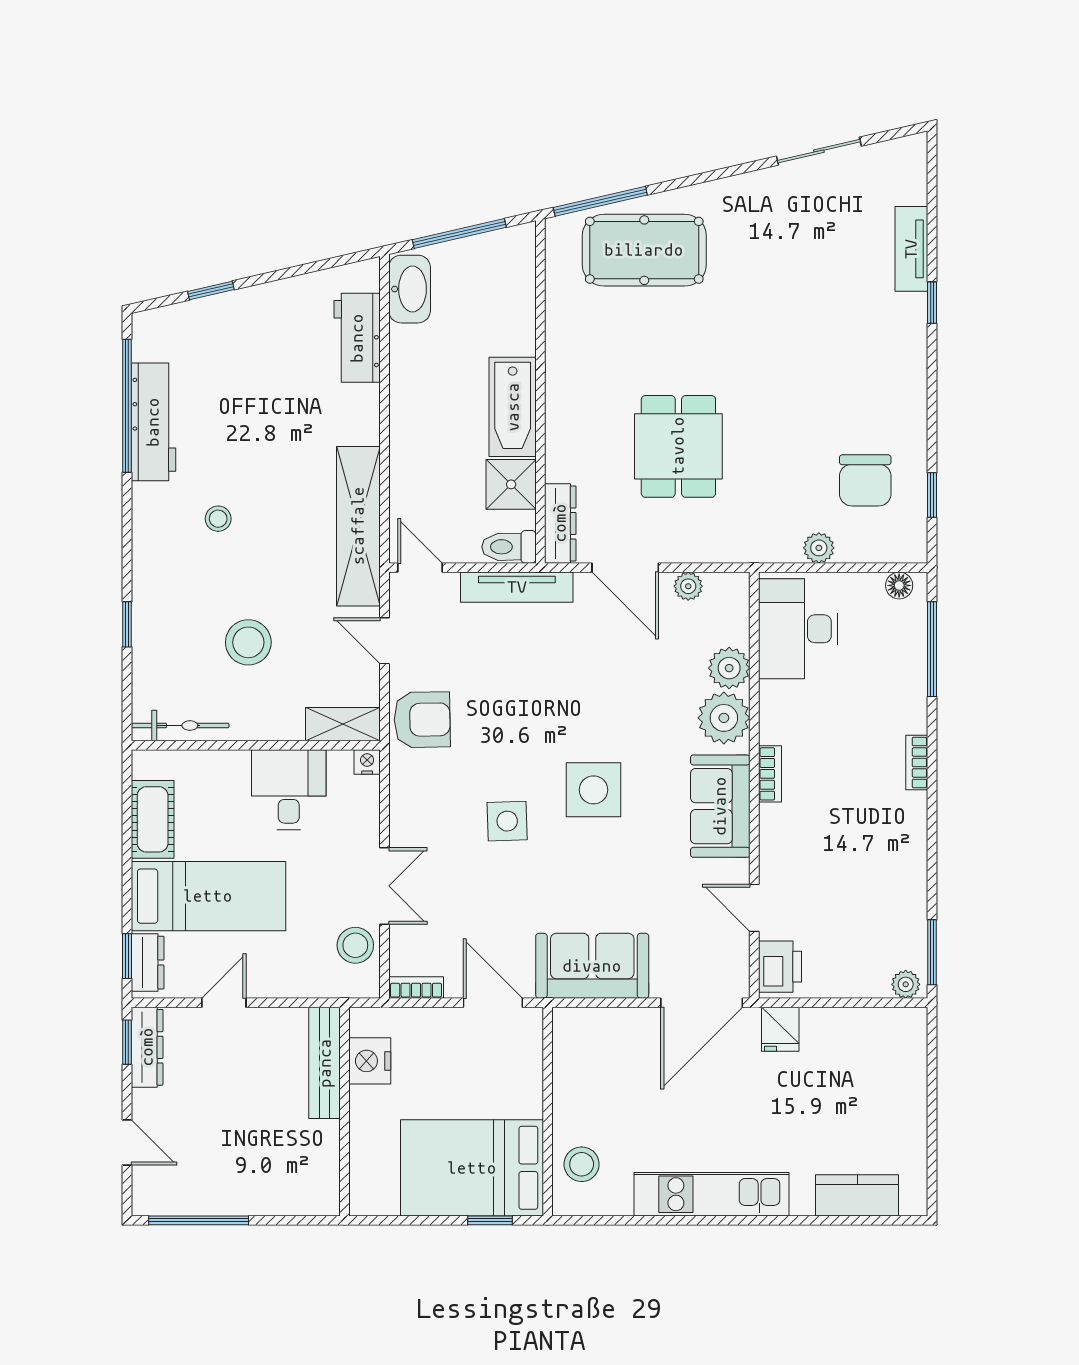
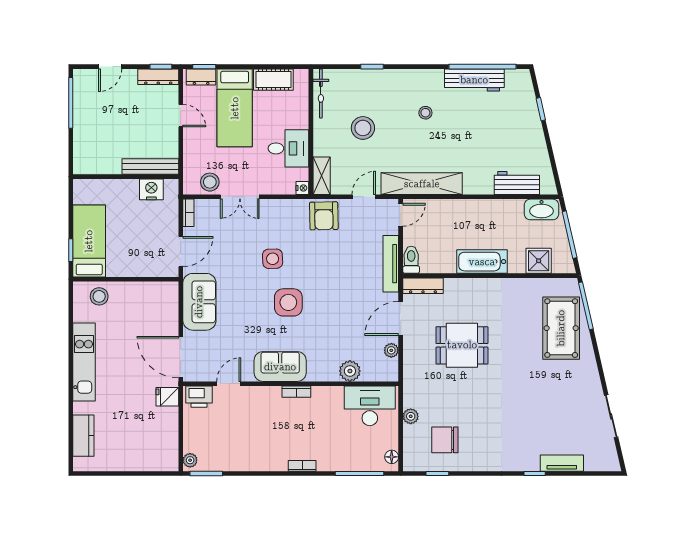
shower: (511, 484) -> (539, 261), moved
plant: (724, 718) -> (325, 368), removed
bed: (472, 1168) -> (89, 241), width x0.67

